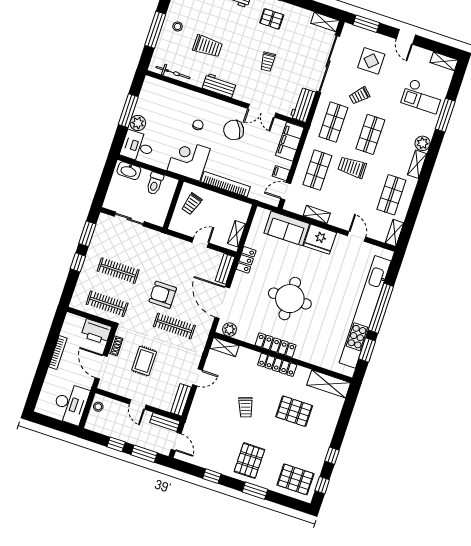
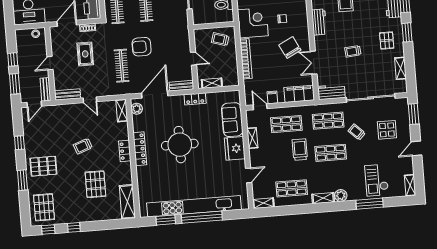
shelving: (325, 22) -> (401, 68), moved
armchair: (163, 295) -> (142, 47), turned -90
rug: (144, 361) -> (85, 54), turned 90
locker: (277, 365) -> (125, 151), width x0.66

